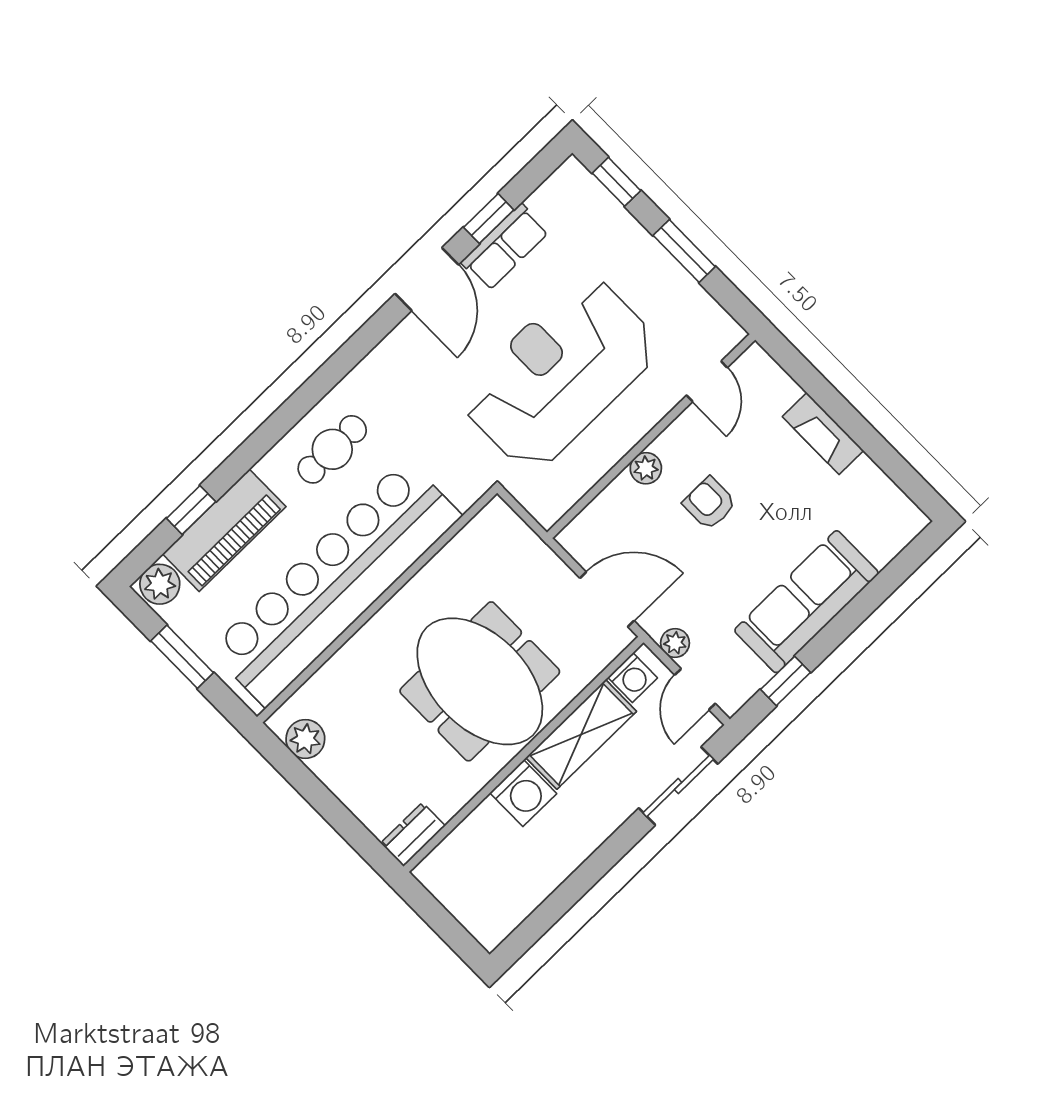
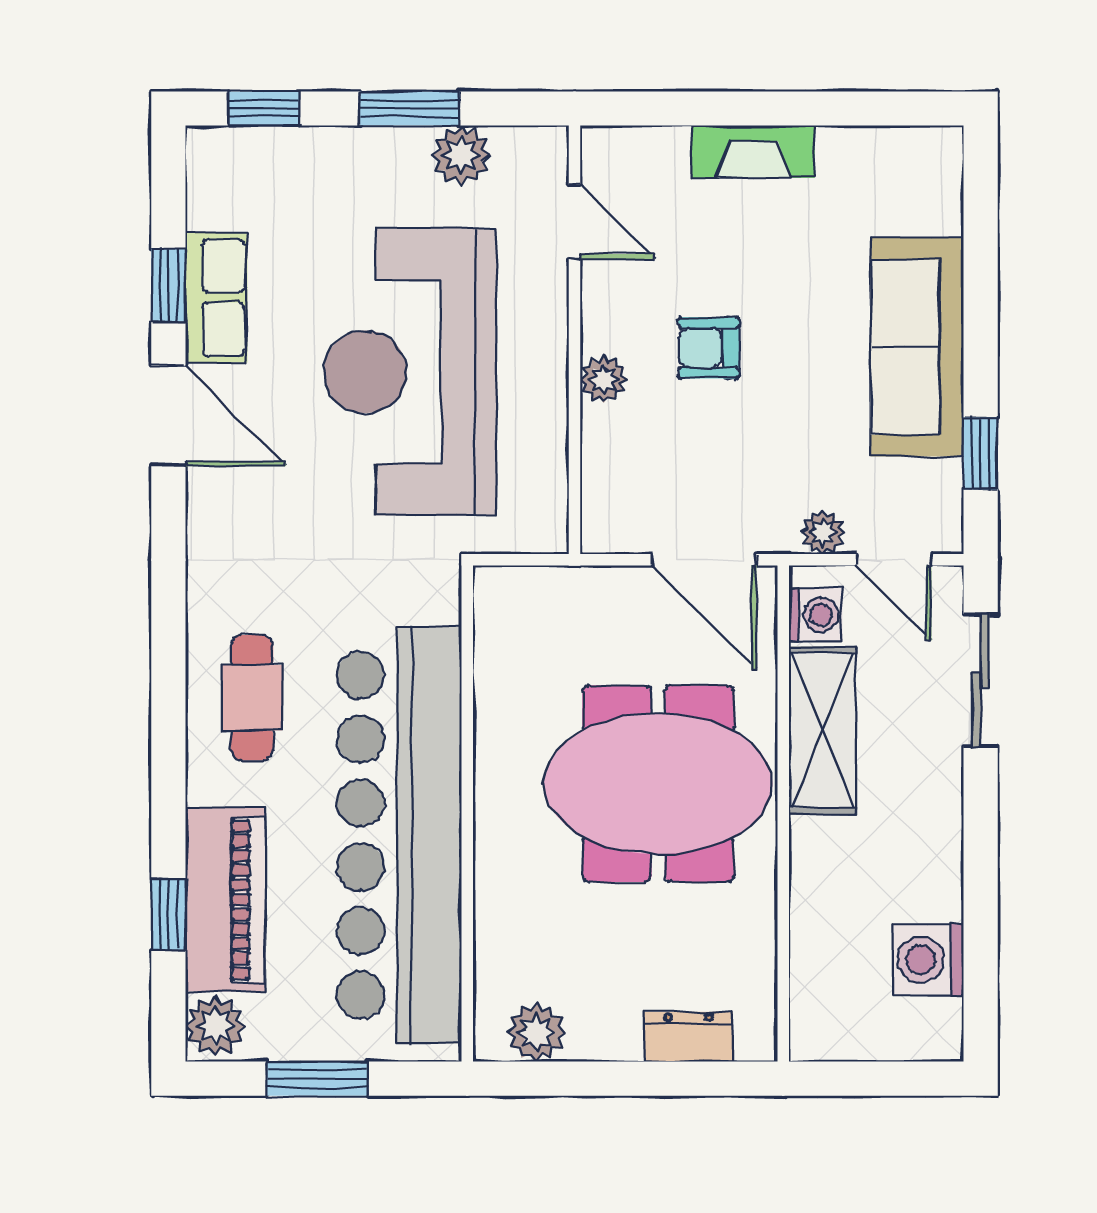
plant: (686, 297) -> (461, 155), added
door: (607, 599) -> (704, 560), swing flipped
washing machine: (523, 793) -> (928, 960), moved, turned 180
dresser: (413, 834) -> (688, 1037), moved, turned 90

